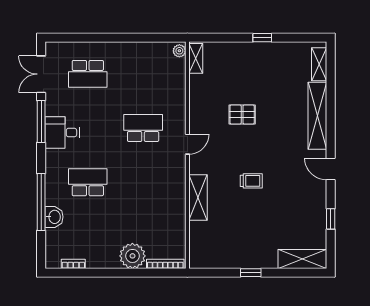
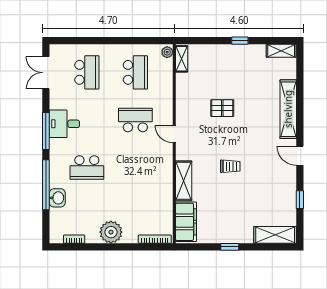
shelving: (319, 64) -> (281, 51), moved, turned 90
school desk: (88, 74) -> (87, 72), turned -90
school desk: (143, 74) -> (135, 72), added
window: (41, 122) -> (46, 131), moved
door: (187, 144) -> (174, 134), swing flipped
school desk: (88, 182) -> (87, 168), turned 180
filing cabinet: (201, 244) -> (186, 222), added
plant: (132, 256) -> (111, 232), moved

